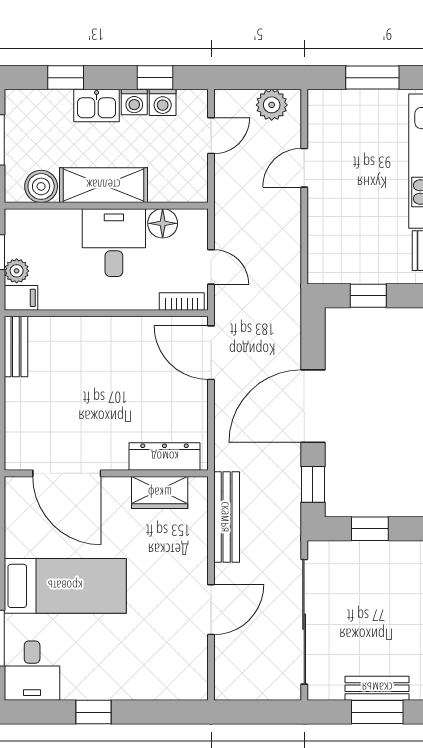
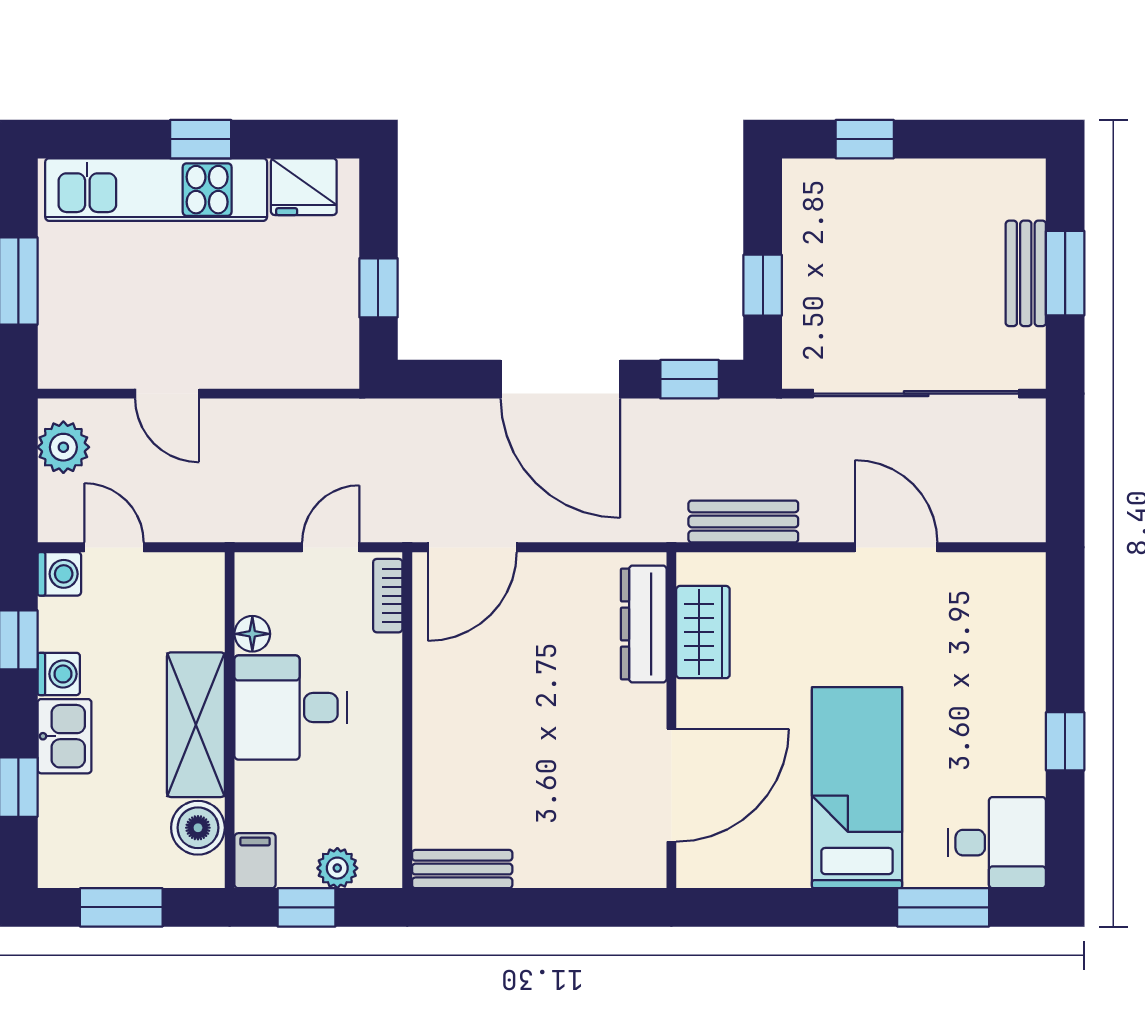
washing machine: (163, 102) -> (59, 574), moved
floor lamp: (163, 223) -> (252, 634), width x0.73, depth x0.73
filing cabinet: (21, 298) -> (255, 861), moved
bench: (227, 517) -> (743, 522), width x0.73

